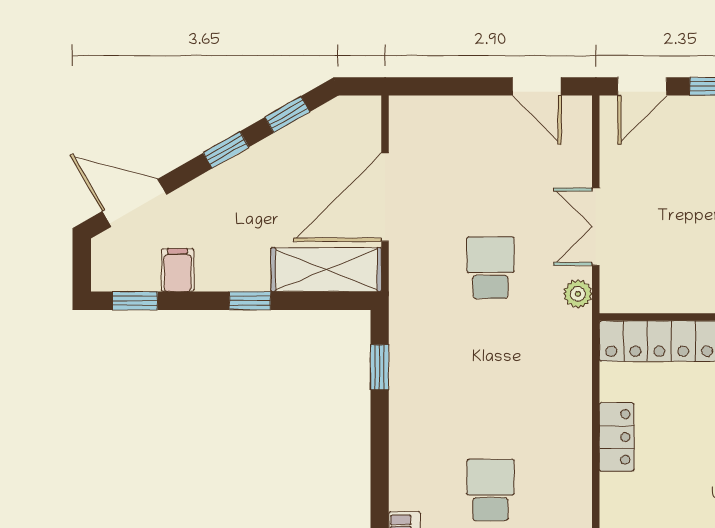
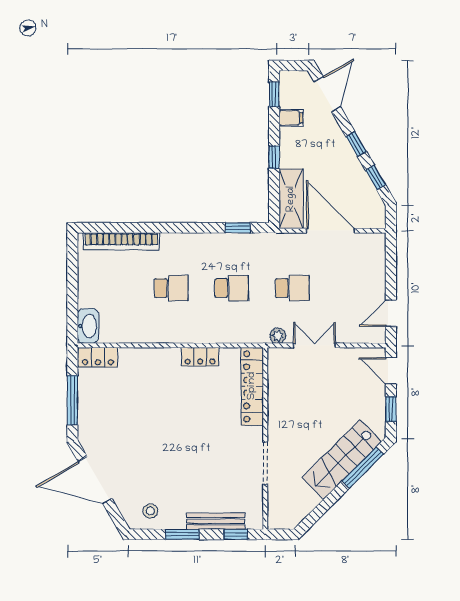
school desk: (490, 379) -> (232, 288), added

